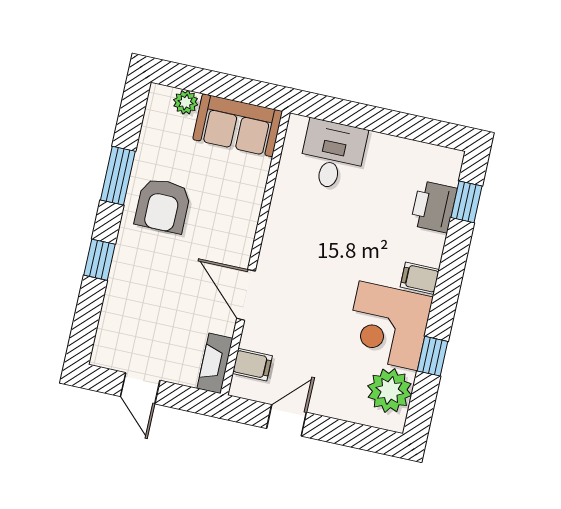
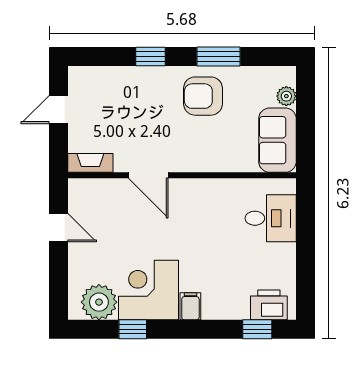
printer: (434, 207) -> (269, 305), moved
door: (246, 295) -> (148, 175), swing flipped
filing cabinet: (252, 365) -> (96, 192), removed

